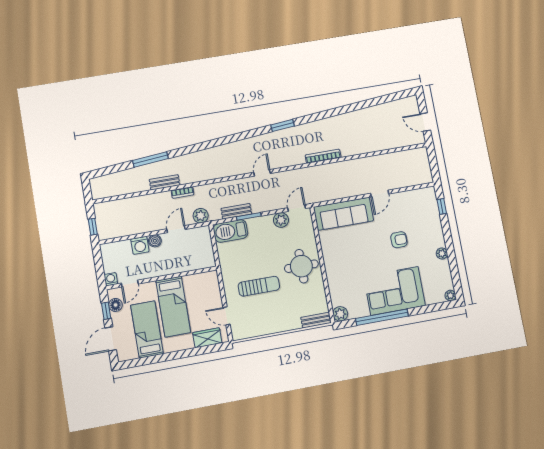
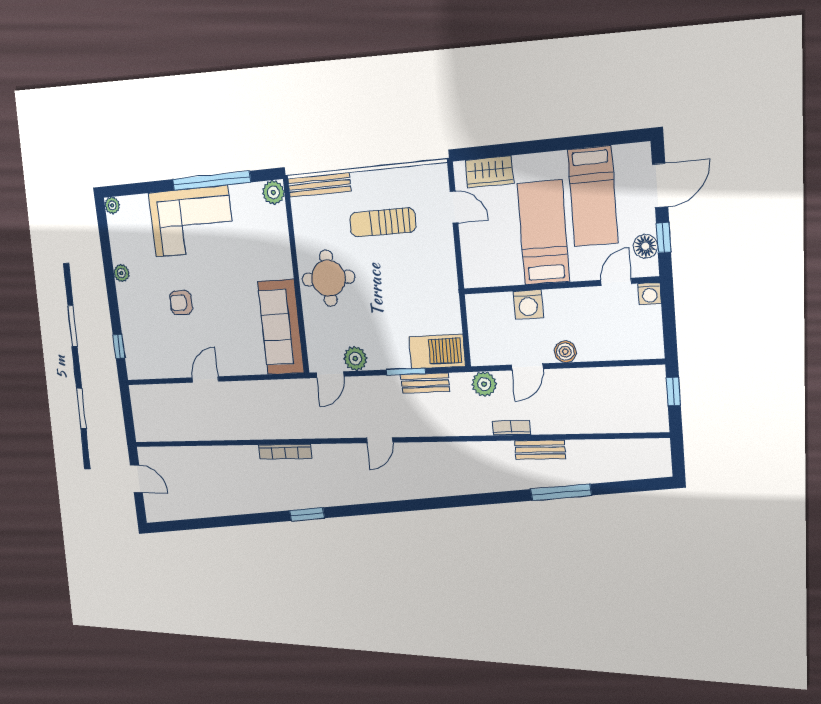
window: (283, 125) -> (307, 514), moved
sofa: (343, 214) -> (281, 327), moved, turned -90
washing machine: (140, 245) -> (528, 304), moved, turned 180
sun lounger: (259, 286) -> (383, 222), moved
bench: (316, 320) -> (319, 185), width x1.36

